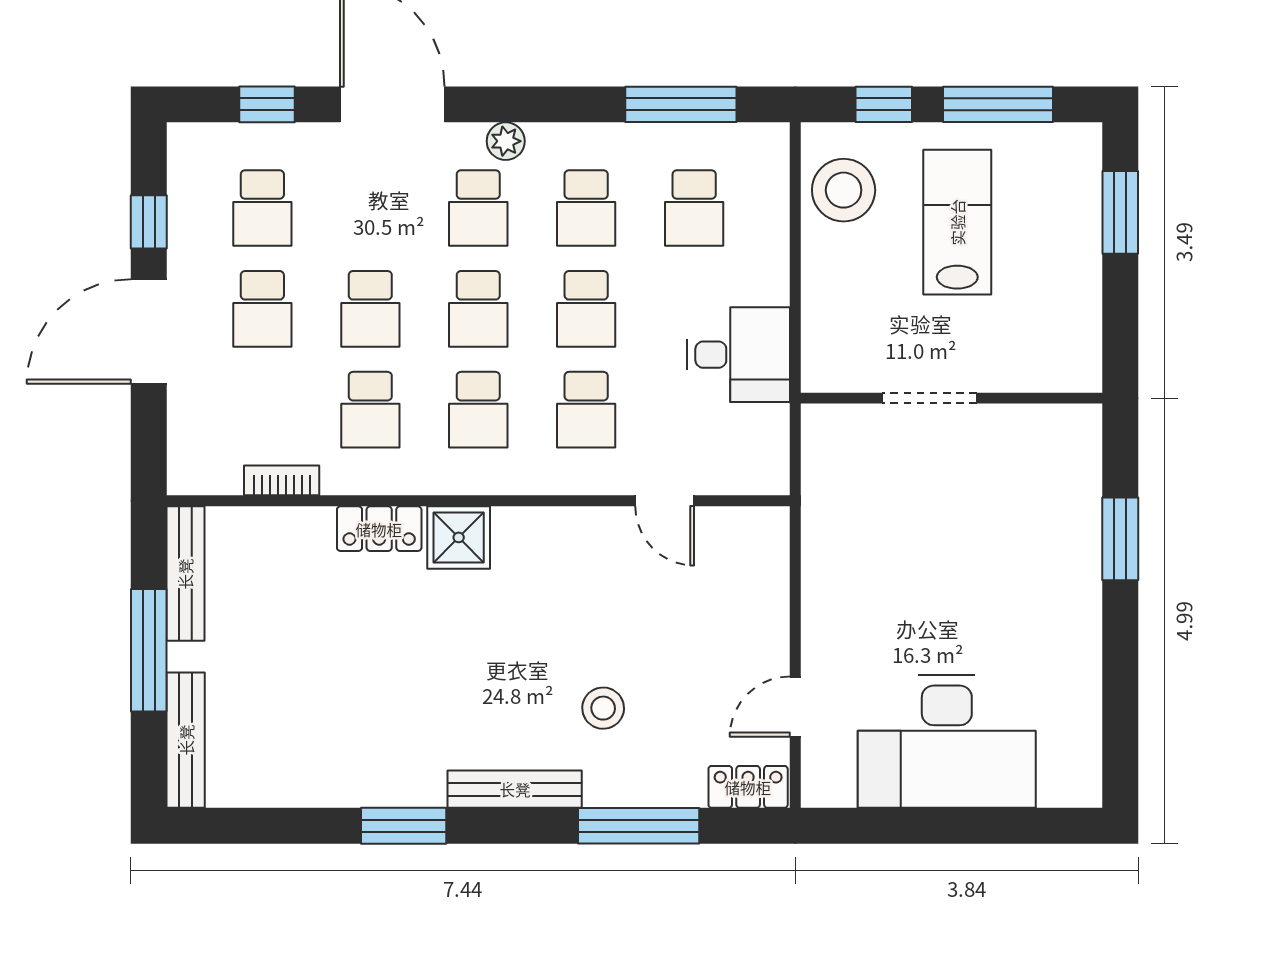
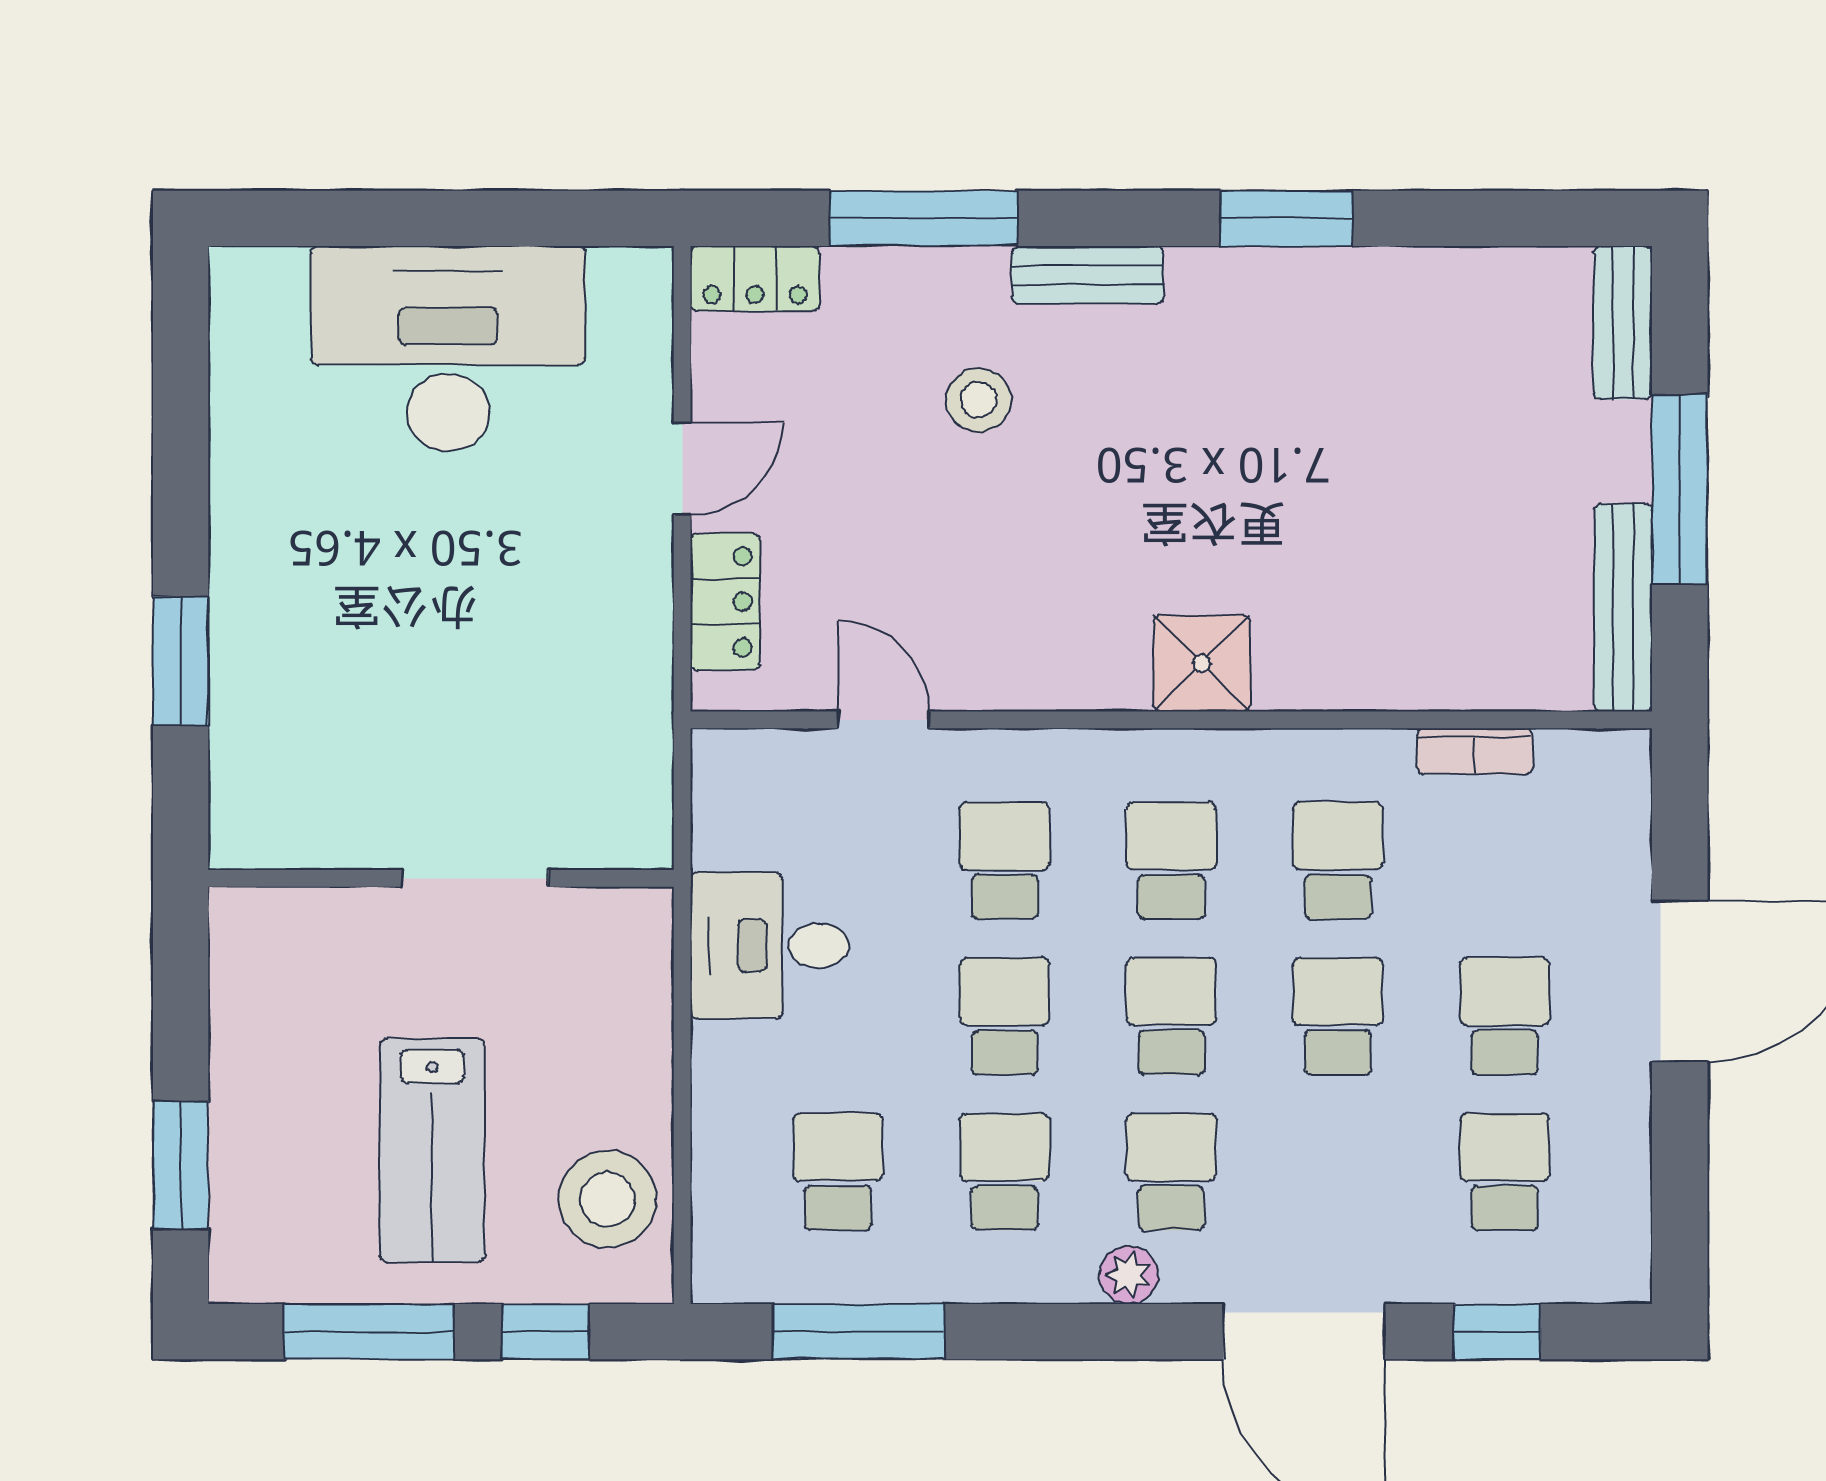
window: (149, 222) -> (1680, 1150), removed
locker: (379, 529) -> (725, 602), moved, turned 90
door: (795, 707) -> (682, 469), moved
bench: (186, 740) -> (1623, 323), width x0.73
bench: (515, 789) -> (1088, 275), width x0.73

